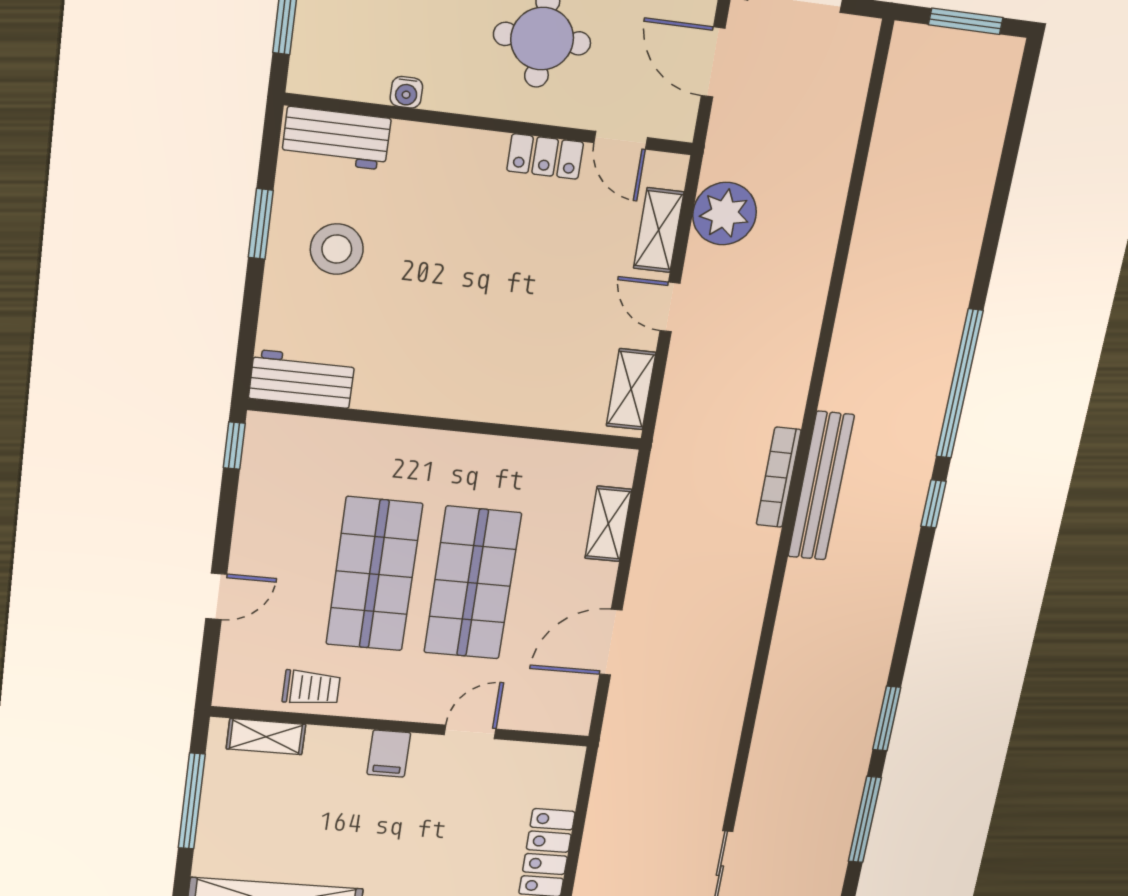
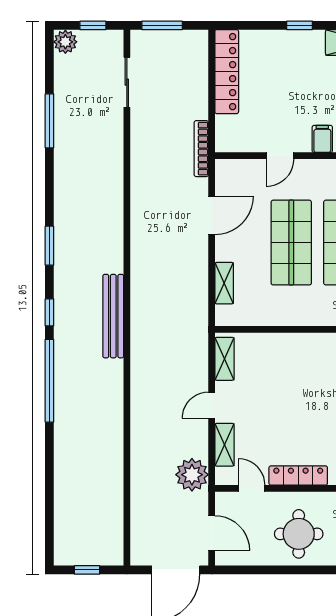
window: (966, 21) -> (87, 570), width x0.67
locker: (545, 157) -> (298, 475), width x1.53
plant: (725, 214) -> (192, 475), moved
door: (670, 307) -> (212, 405), swing flipped
bookcase: (779, 477) -> (201, 149), moved, turned 180
window: (887, 718) -> (49, 246), moved

